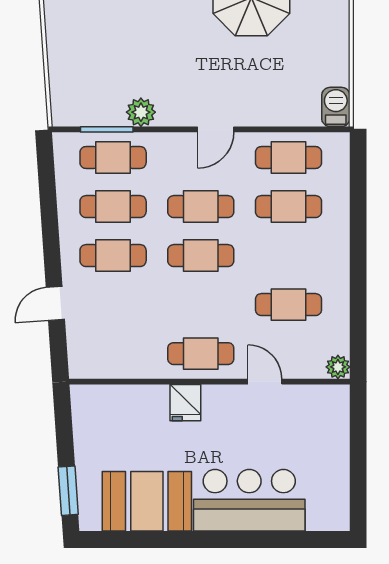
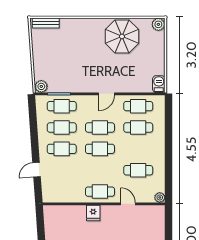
plant: (141, 112) -> (41, 86), moved

